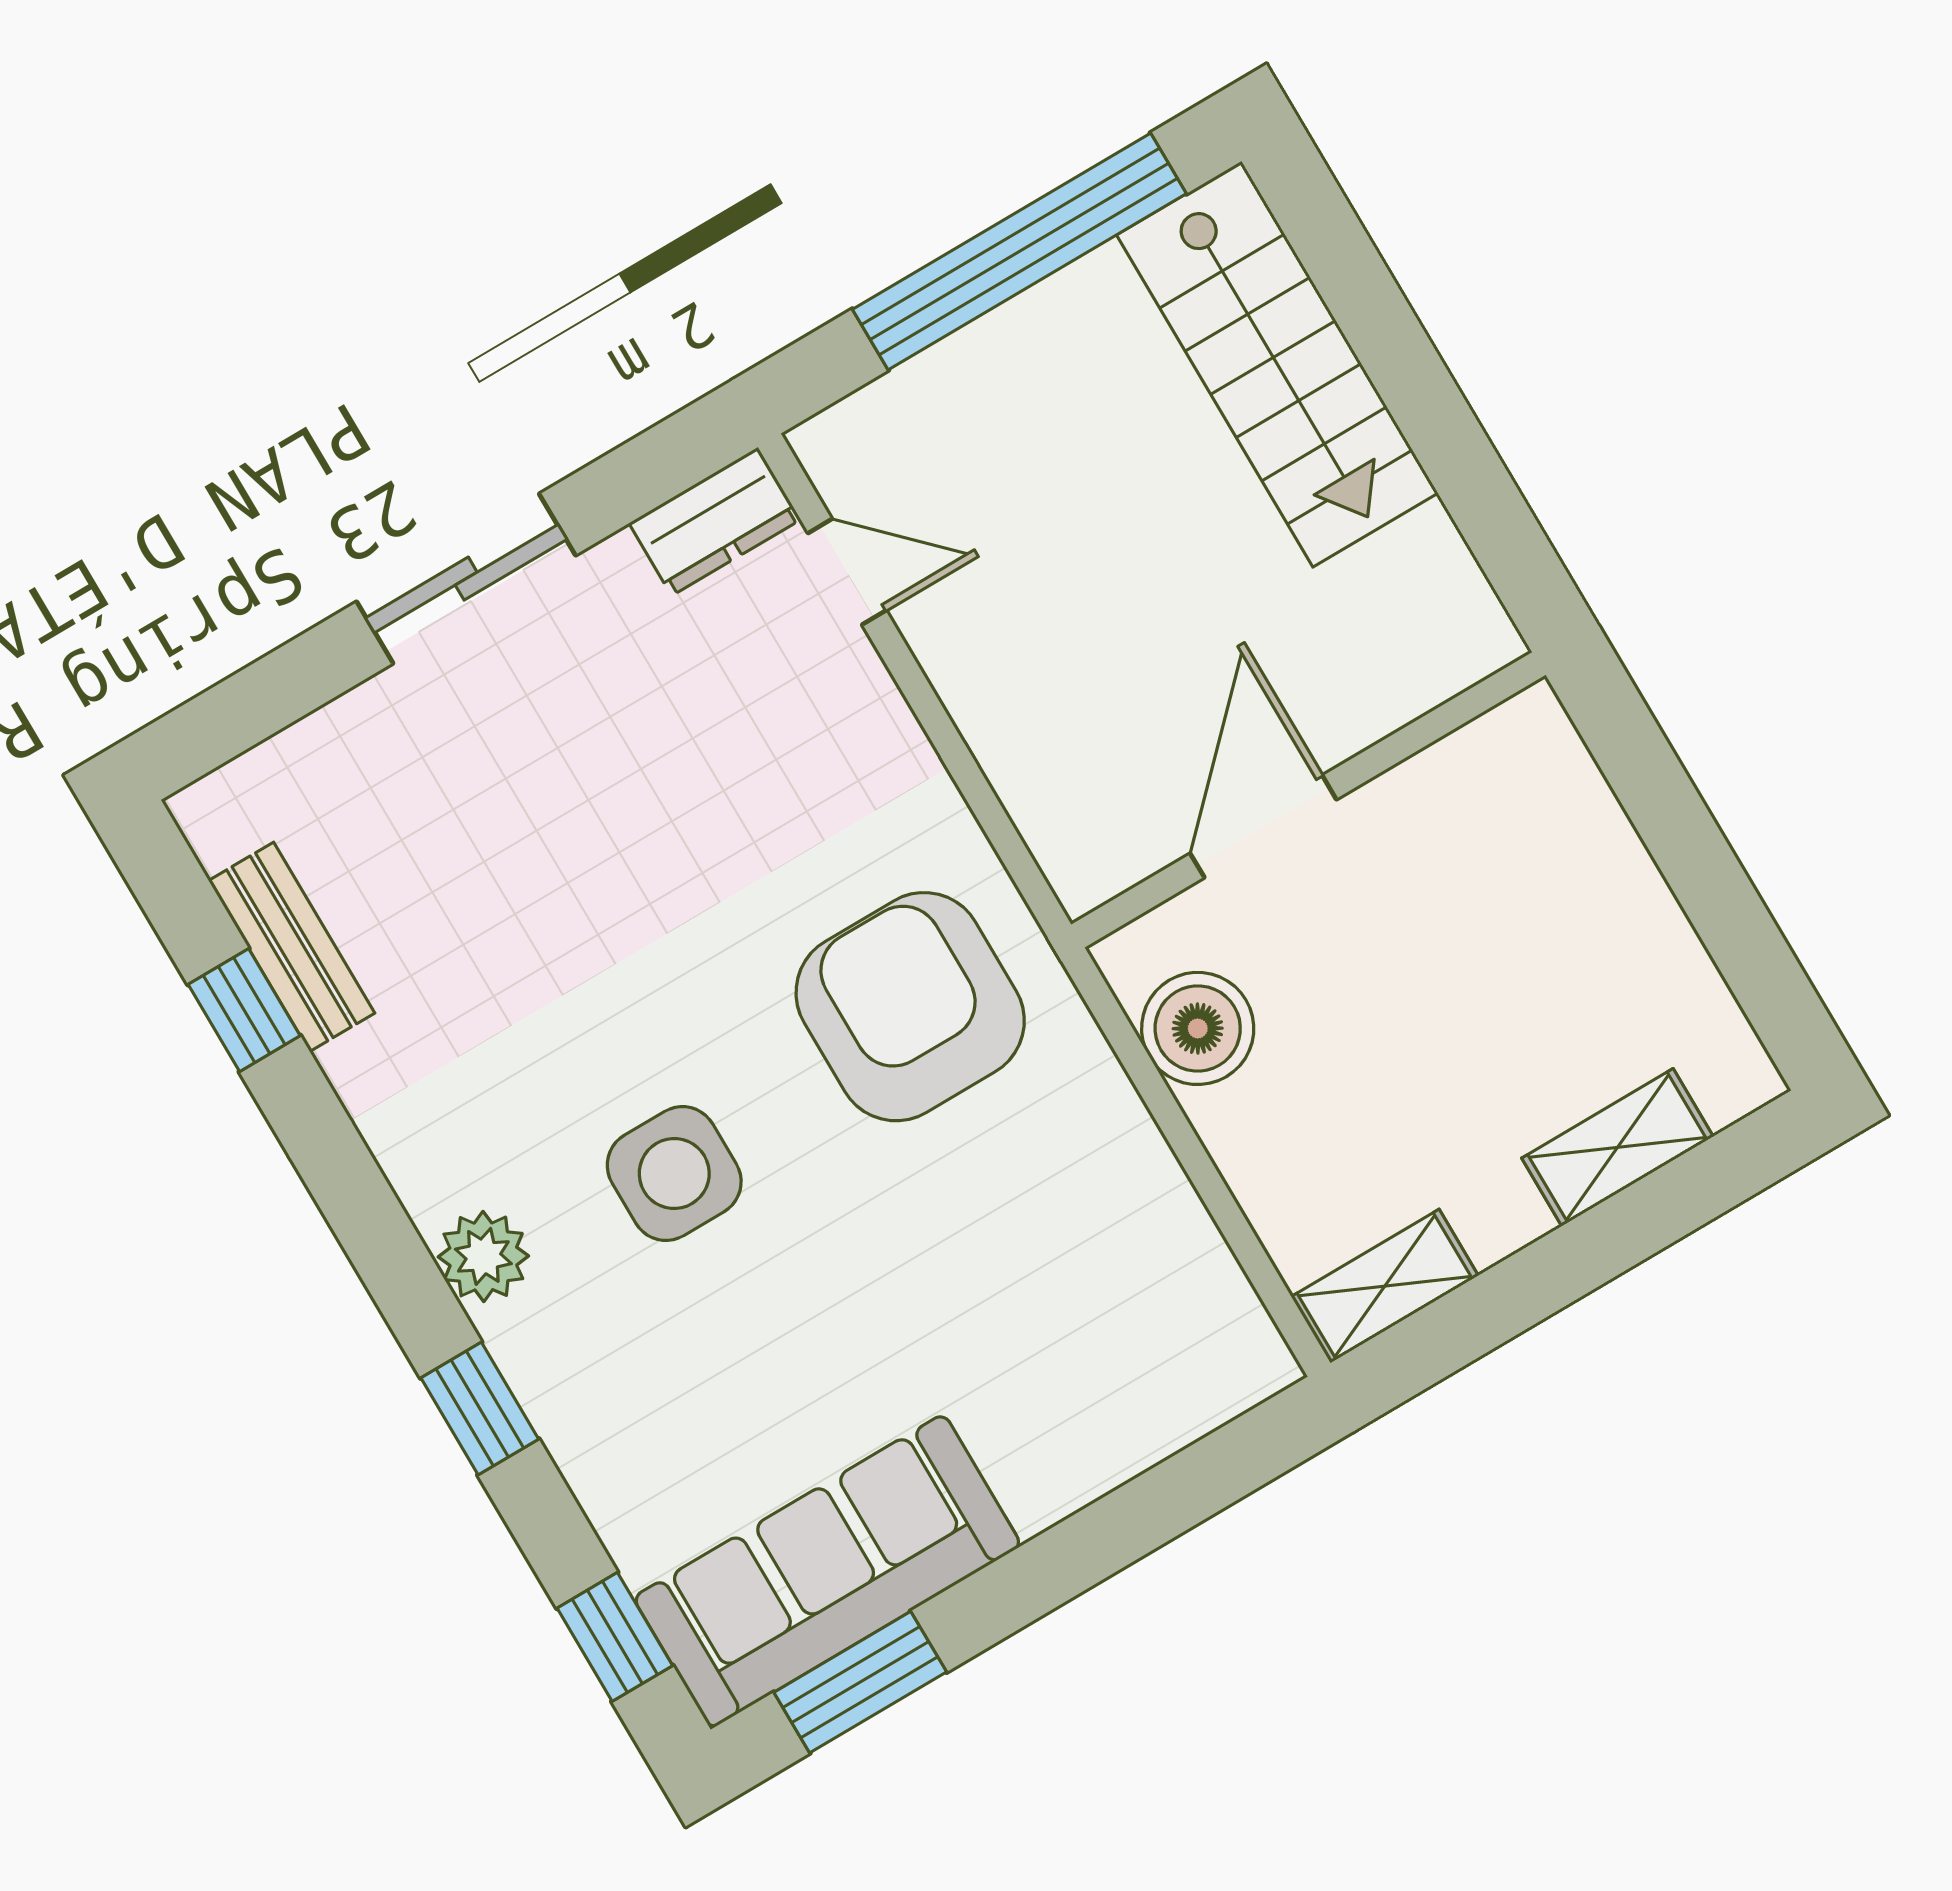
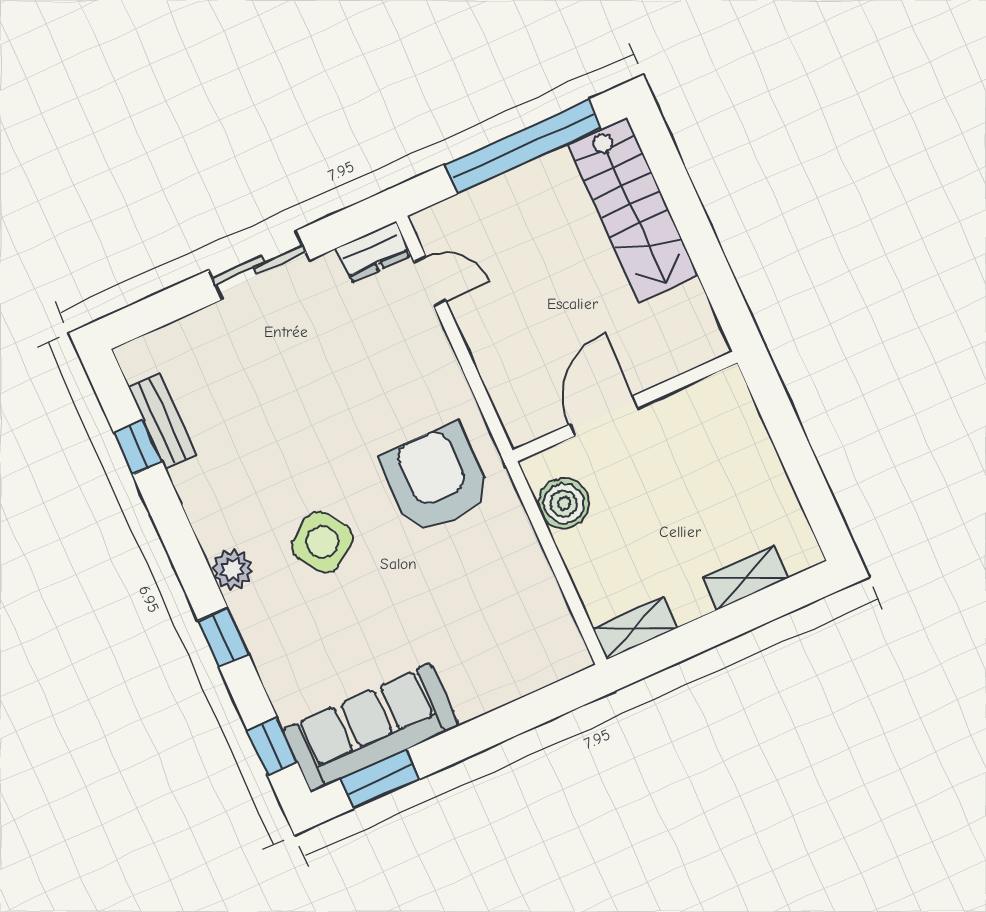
side table: (674, 1174) -> (322, 542), turned -35

